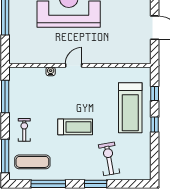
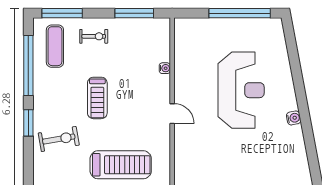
door: (74, 65) -> (172, 114), moved
treadmill: (130, 108) -> (121, 165), turned 180
window: (48, 184) -> (28, 65), width x1.46

